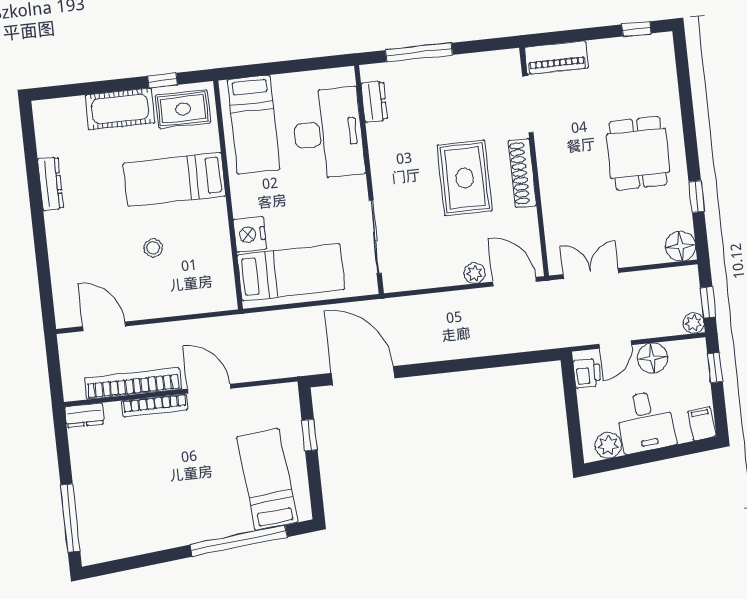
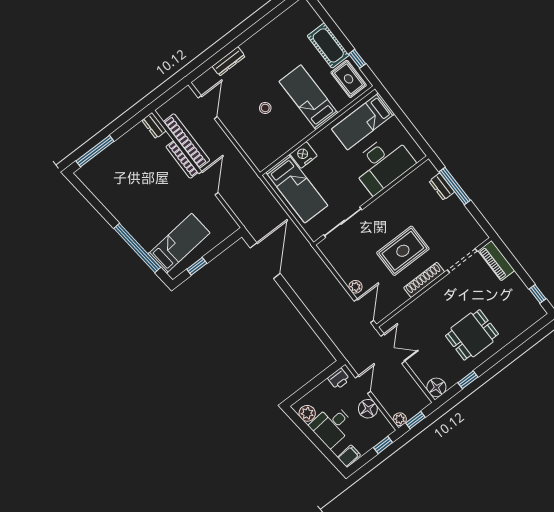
dresser: (374, 102) -> (442, 187), moved, turned 90
dresser: (50, 184) -> (229, 61), moved
door: (615, 344) -> (363, 385), swing flipped
window: (310, 435) -> (197, 266), moved

